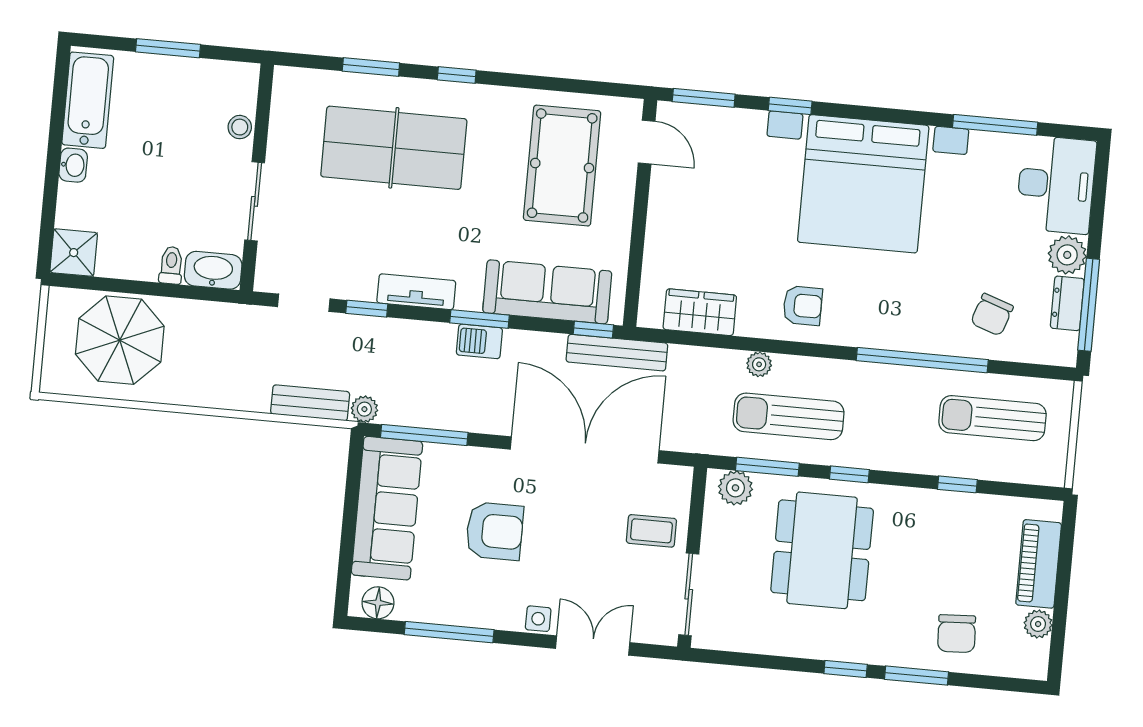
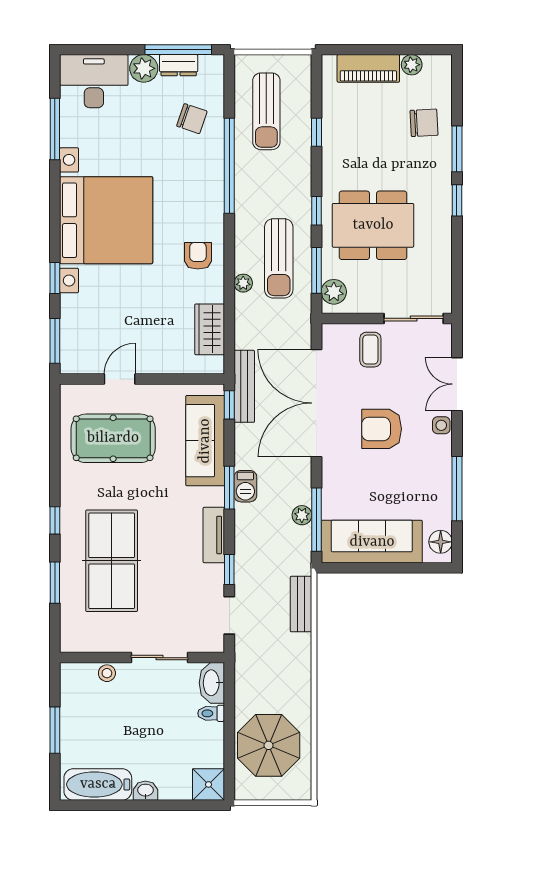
door: (647, 142) -> (120, 379), moved
plant: (364, 409) -> (302, 515), moved
armchair: (494, 531) -> (382, 429), moved, turned -90

